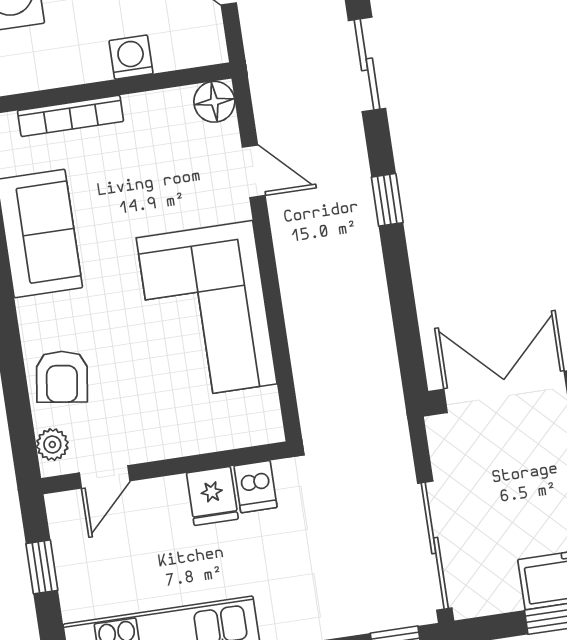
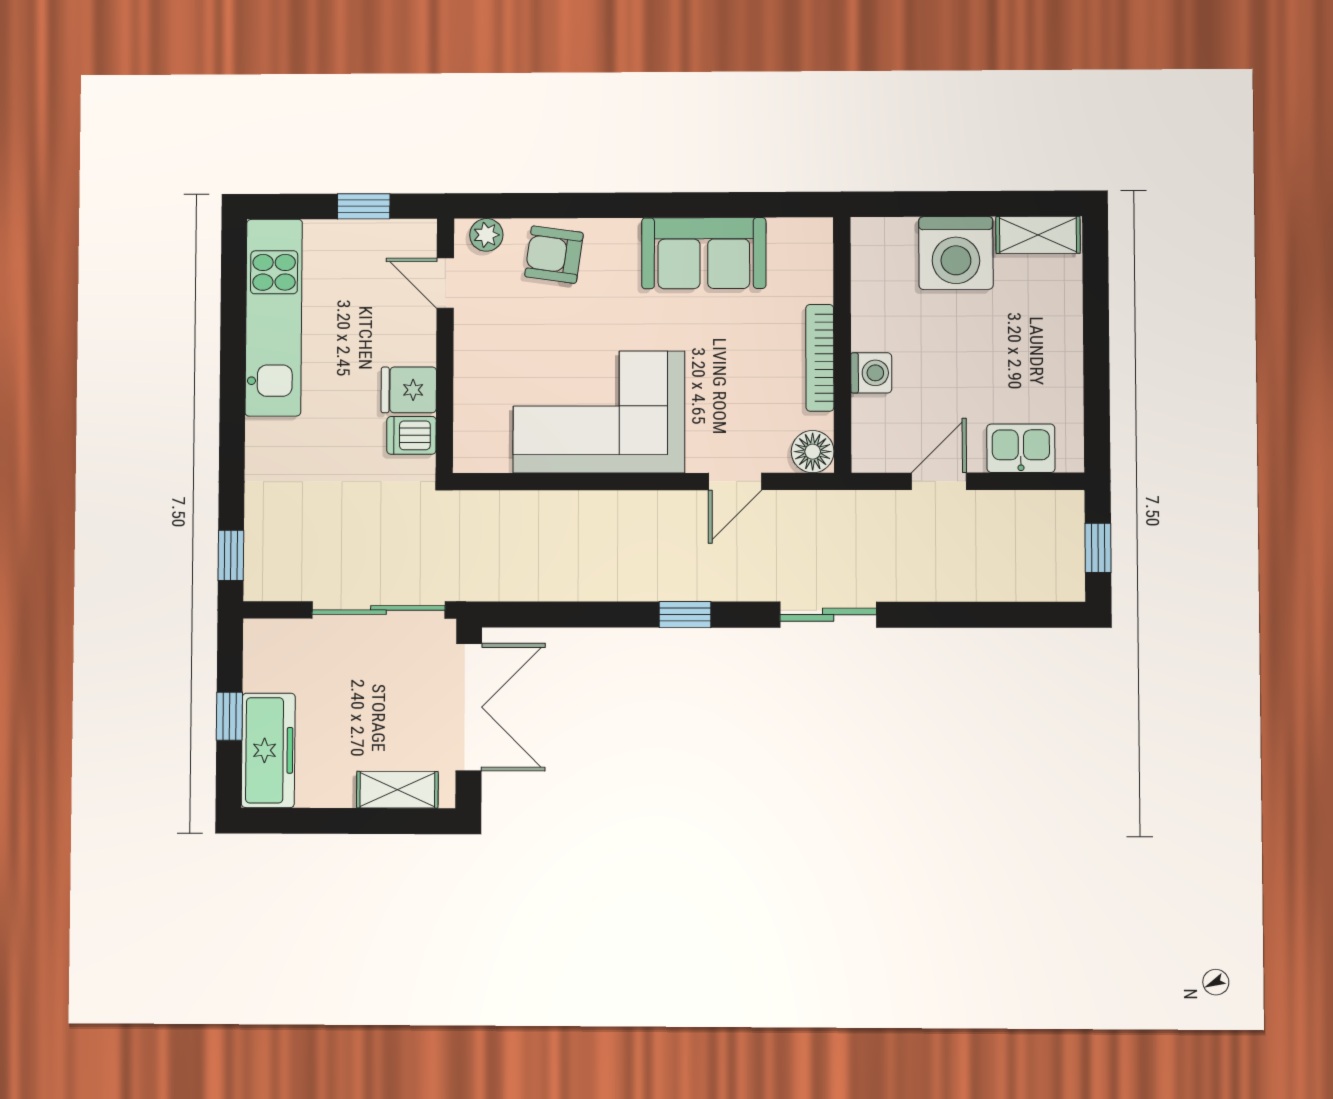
bookcase: (71, 116) -> (820, 358), moved
sliding door: (435, 546) -> (378, 610), moved

